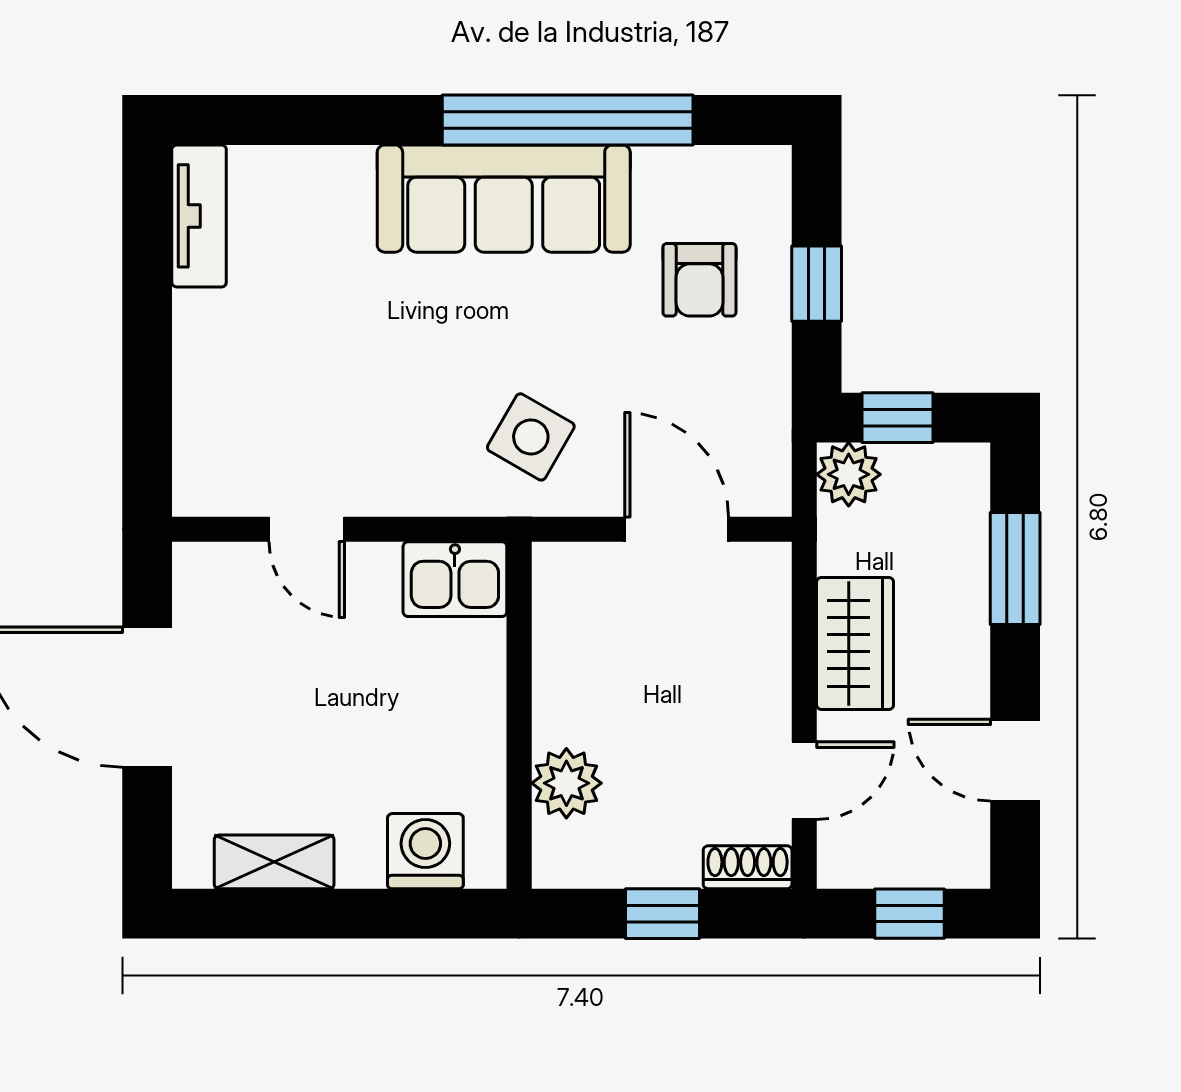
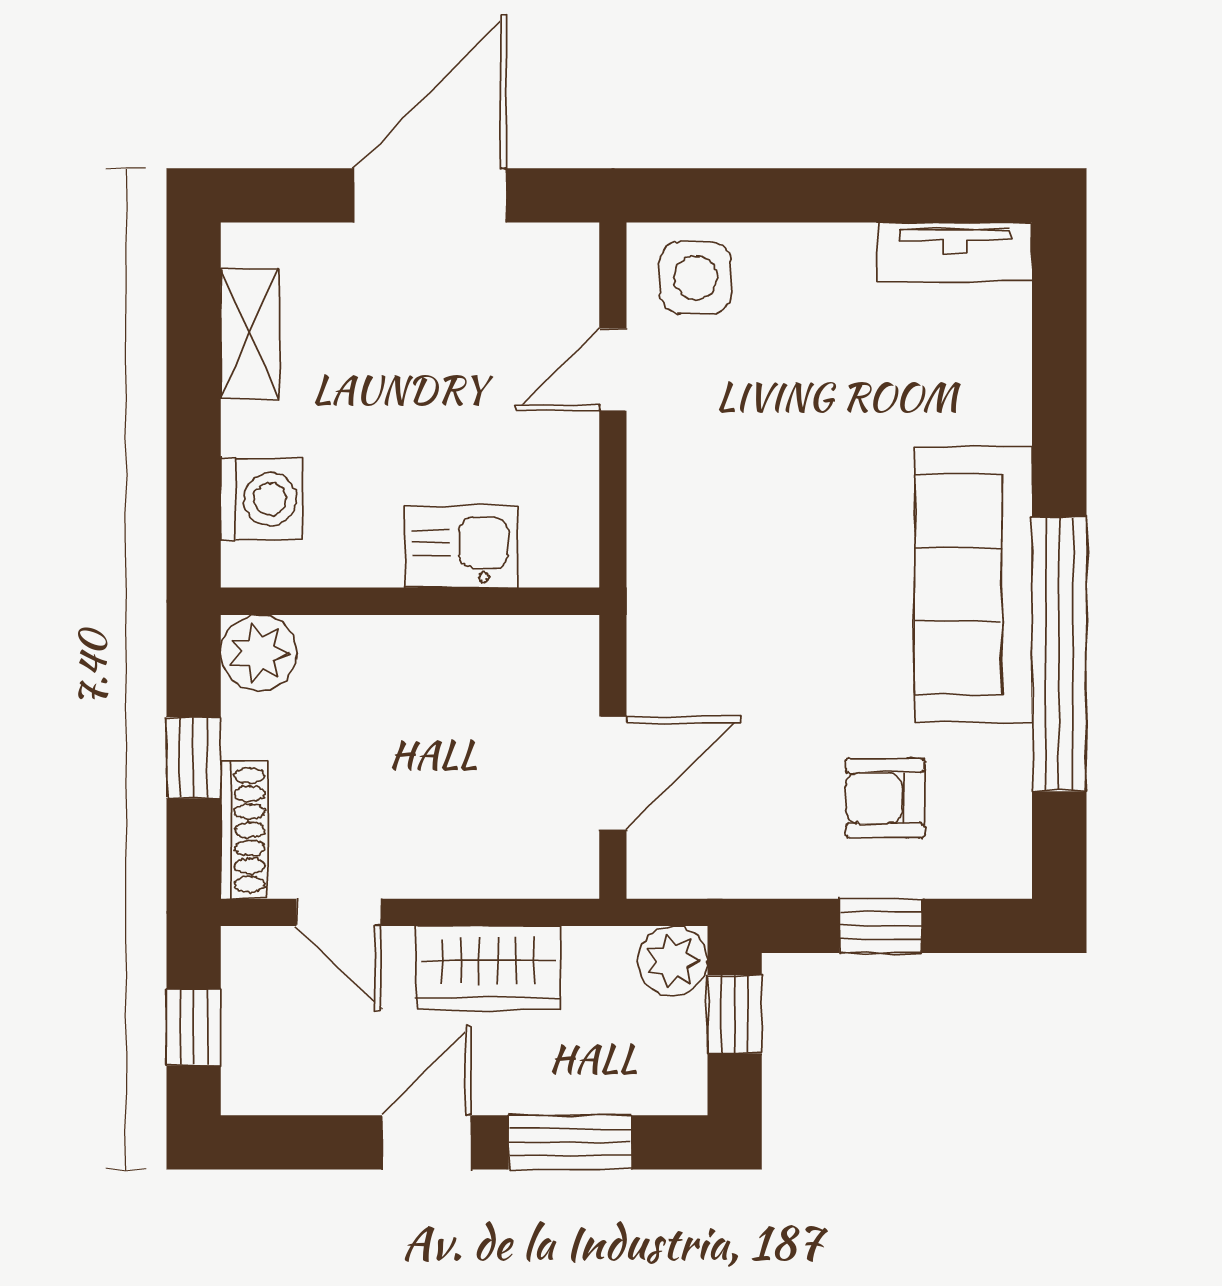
side table: (531, 437) -> (695, 278), moved, turned -30
kitchen sink: (455, 579) -> (461, 547), moved, turned 90
door: (1015, 760) -> (427, 1142), moved
plant: (566, 783) -> (259, 653), moved
shoe rack: (748, 867) -> (244, 830), width x1.43

